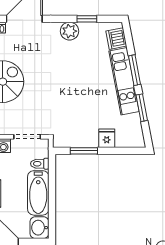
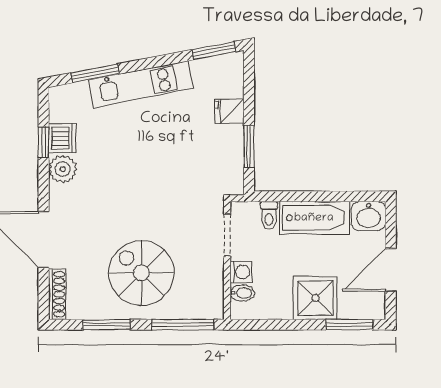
dishwasher: (116, 39) -> (62, 138), moved, turned -79
window: (135, 70) -> (95, 73), moved
window: (142, 108) -> (214, 51), moved

